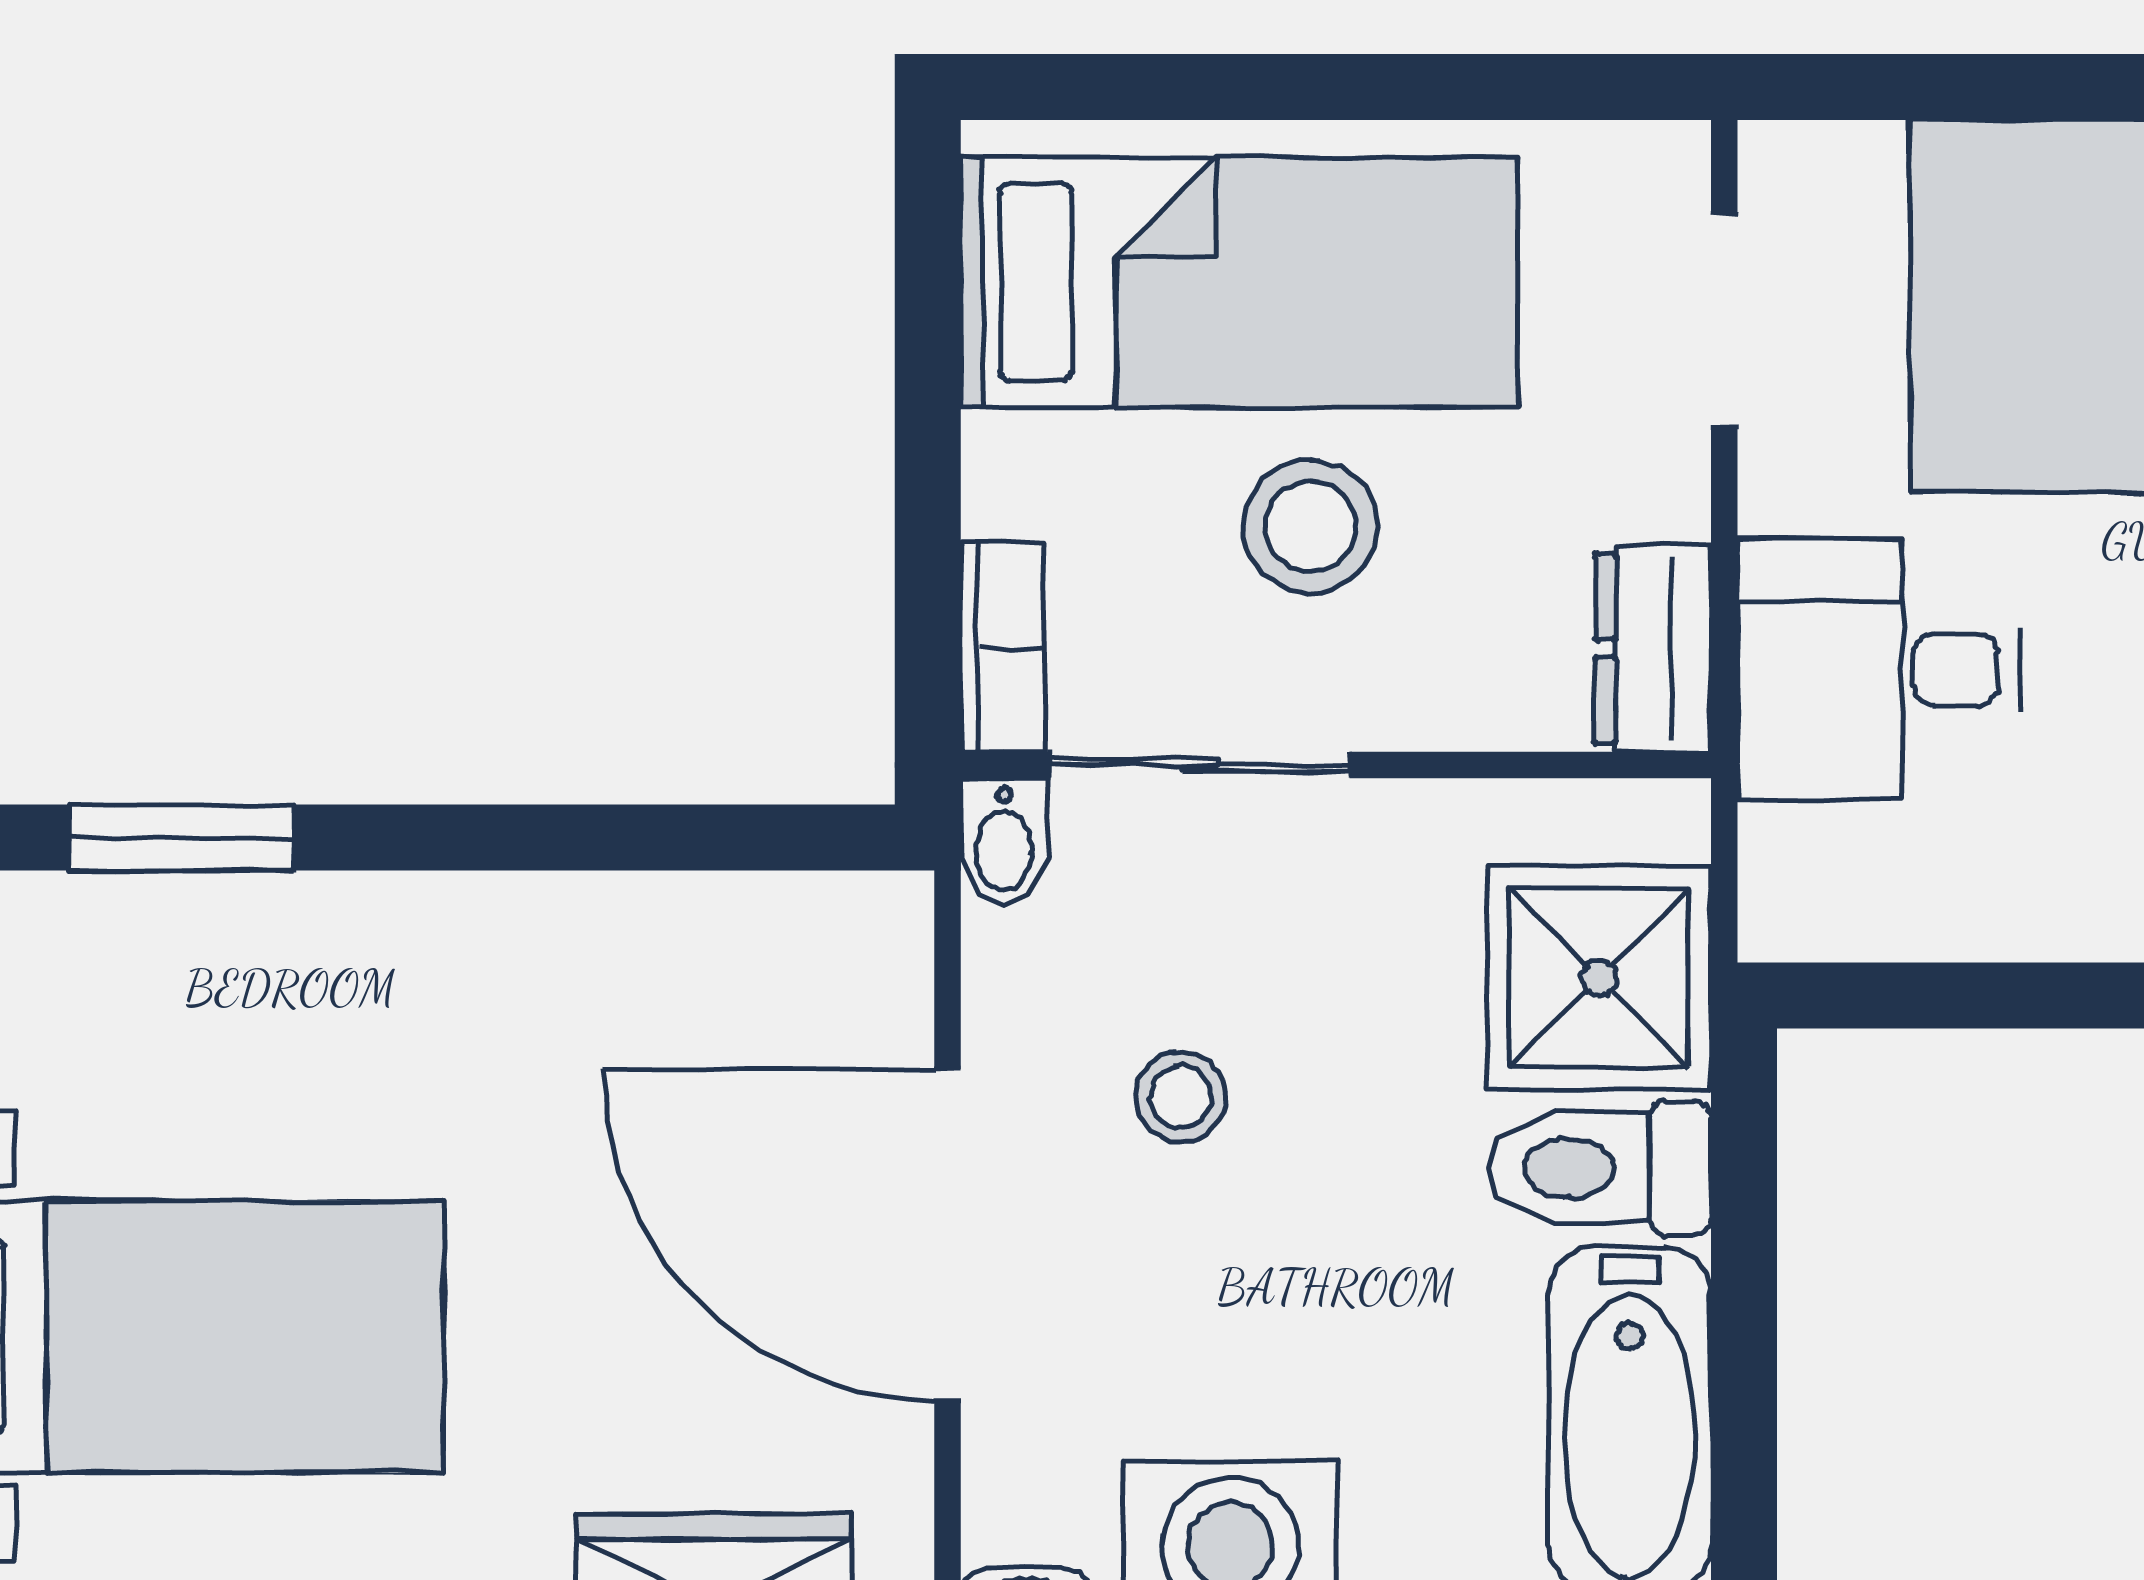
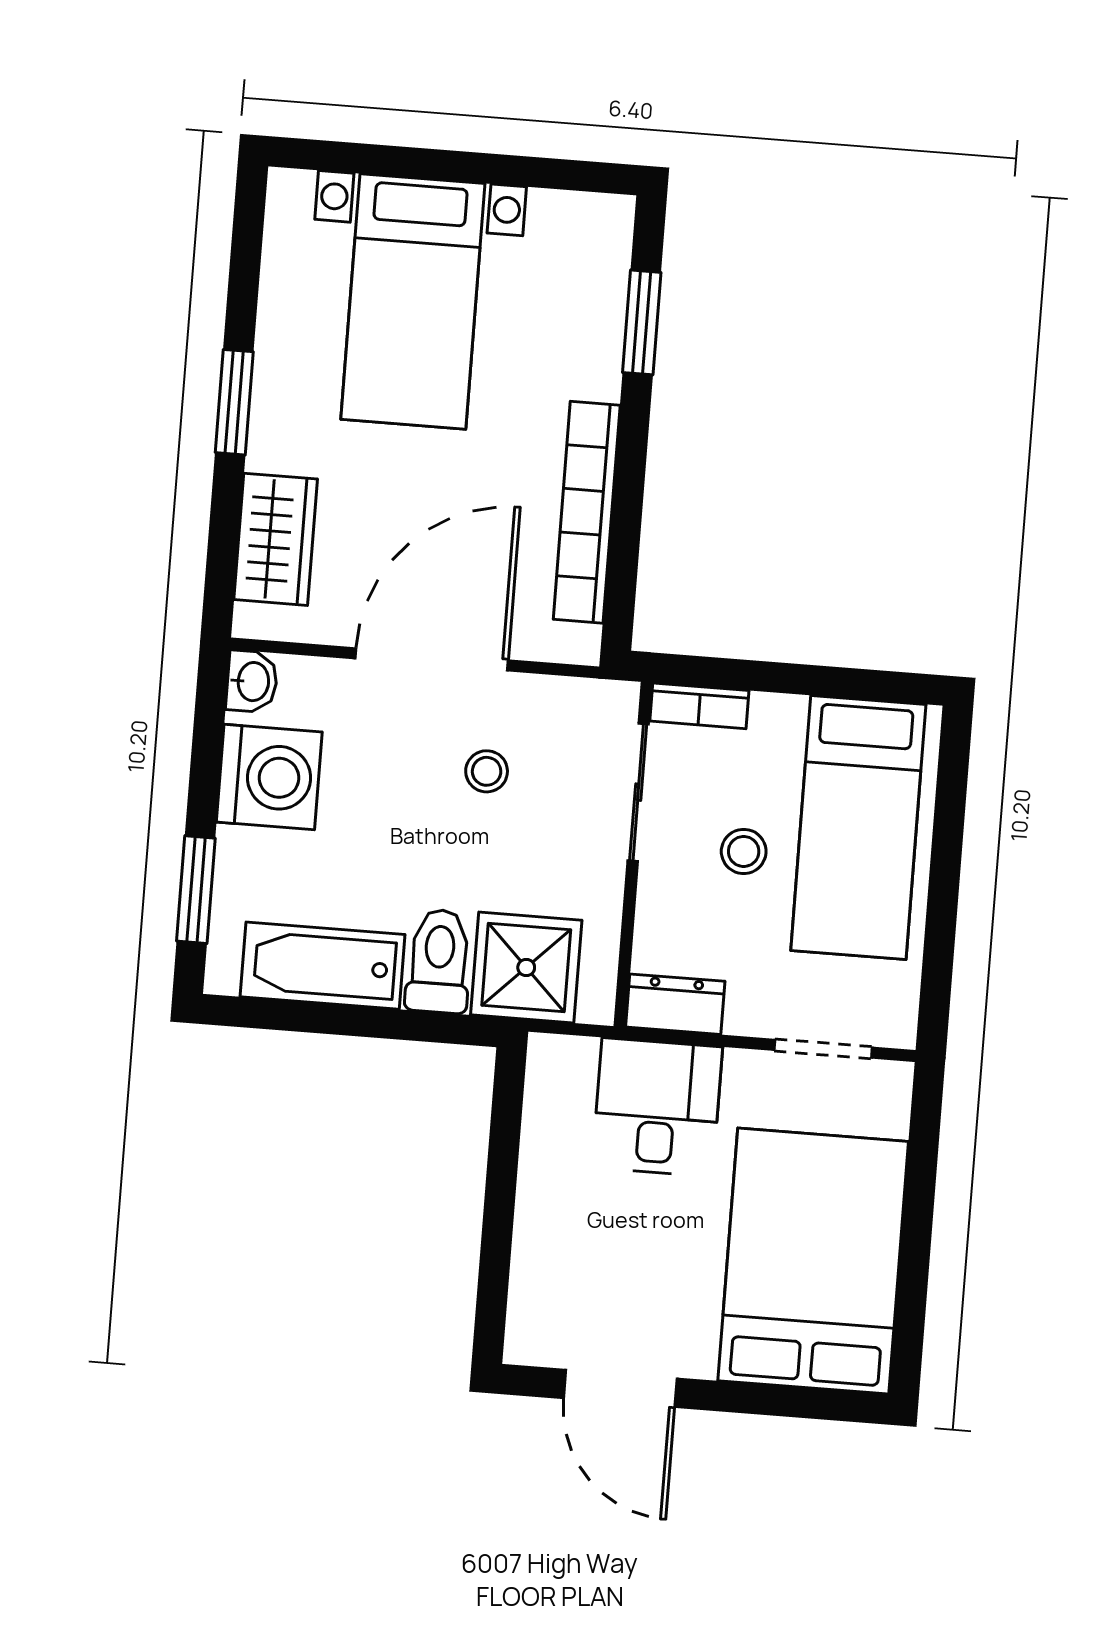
stool: (1310, 526) -> (744, 851), width x0.73, depth x0.73
bidet: (1004, 842) -> (610, 699), removed
bookcase: (602, 924) -> (587, 512), added

